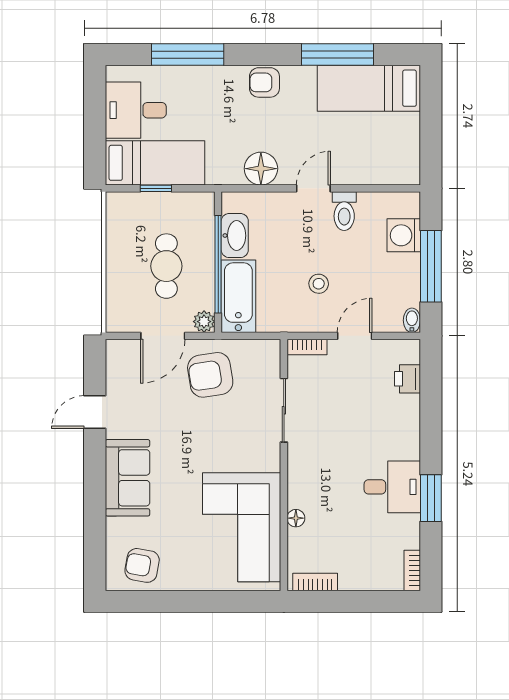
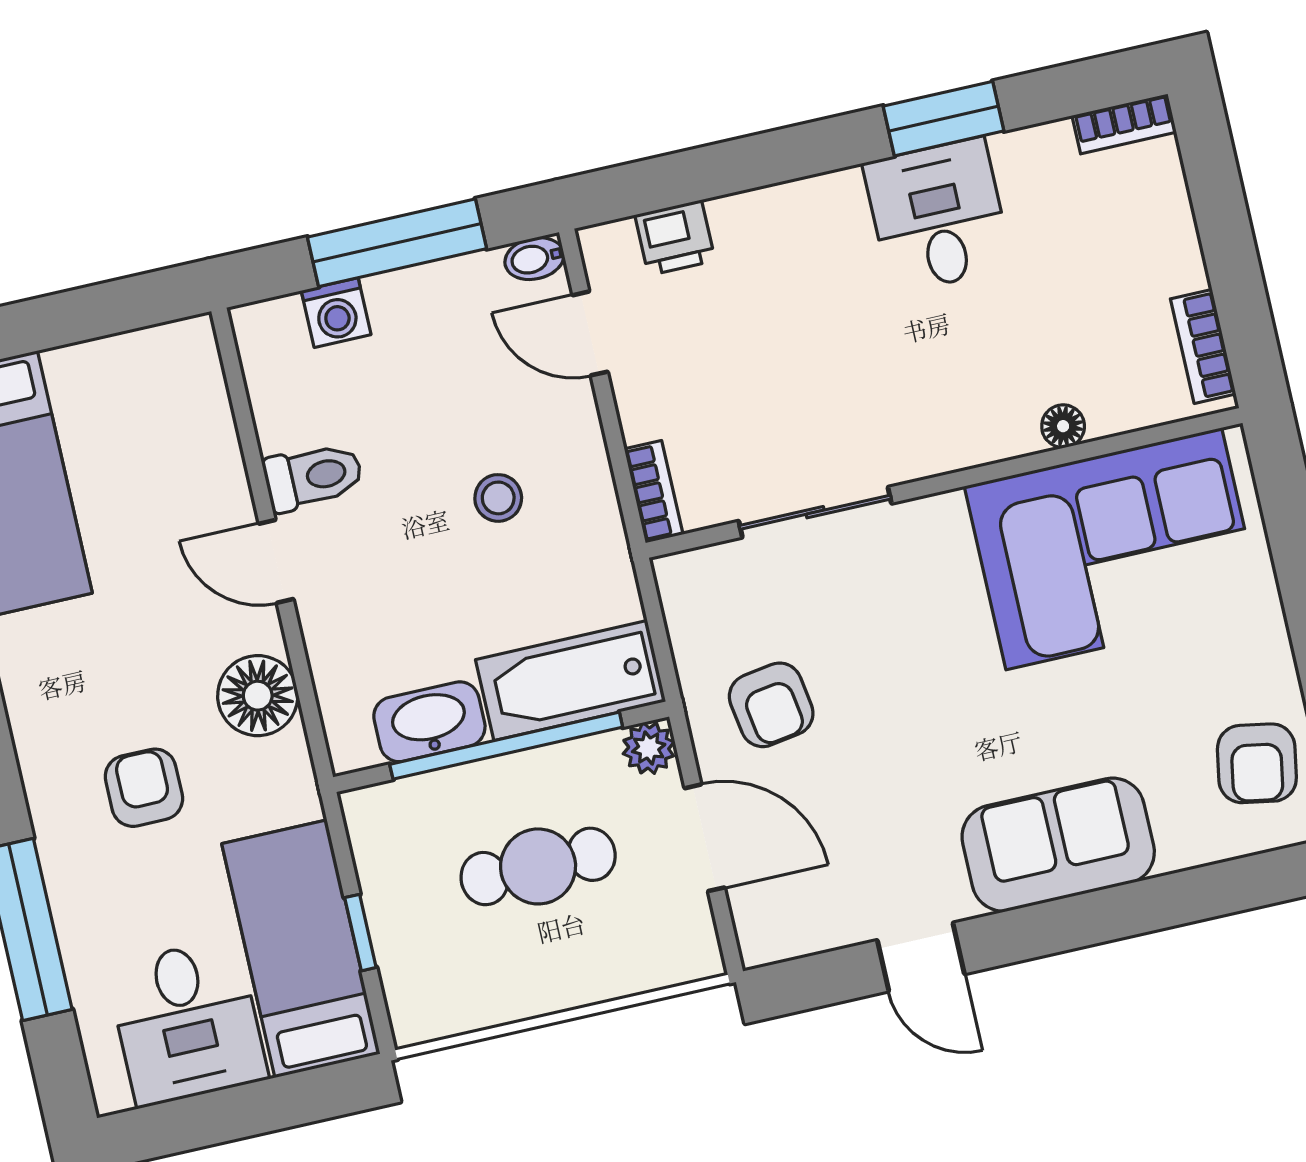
armchair: (264, 82) -> (144, 788), moved, turned 180
washing machine: (404, 235) -> (336, 313), width x0.73, depth x0.73
door: (355, 336) -> (590, 333), moved
armchair: (210, 375) -> (771, 705), width x0.72, depth x0.72

